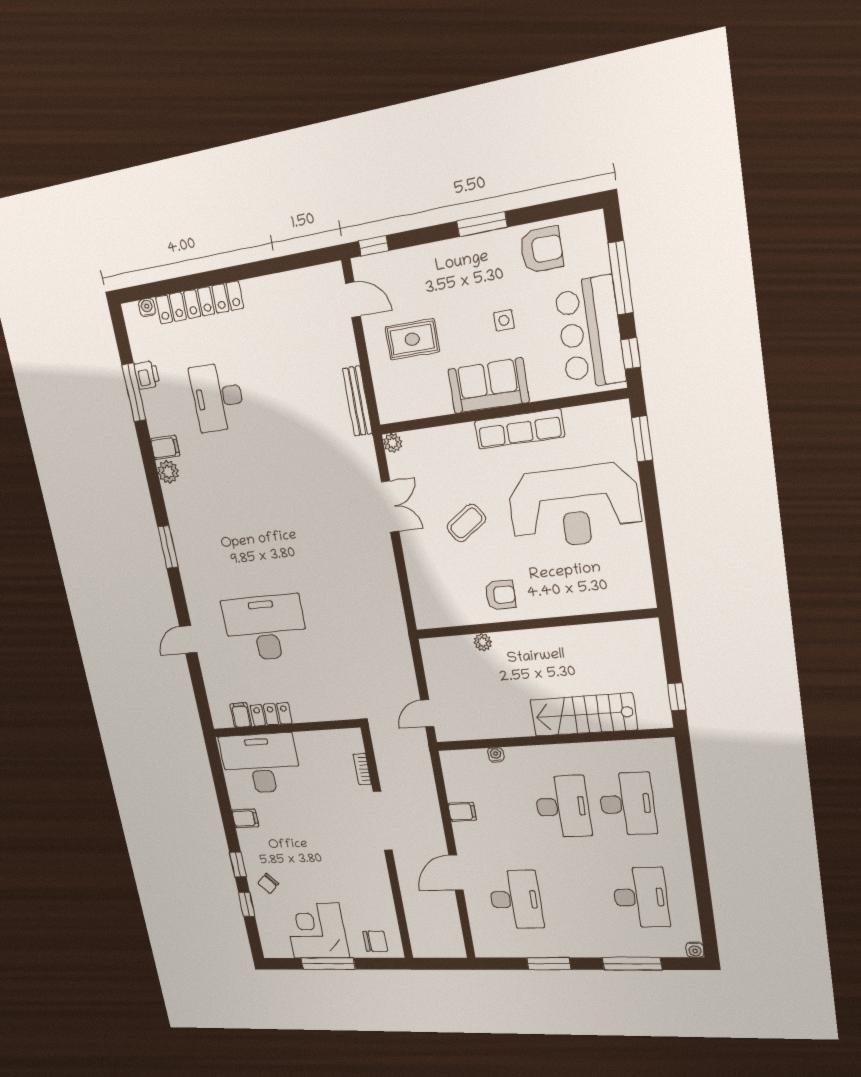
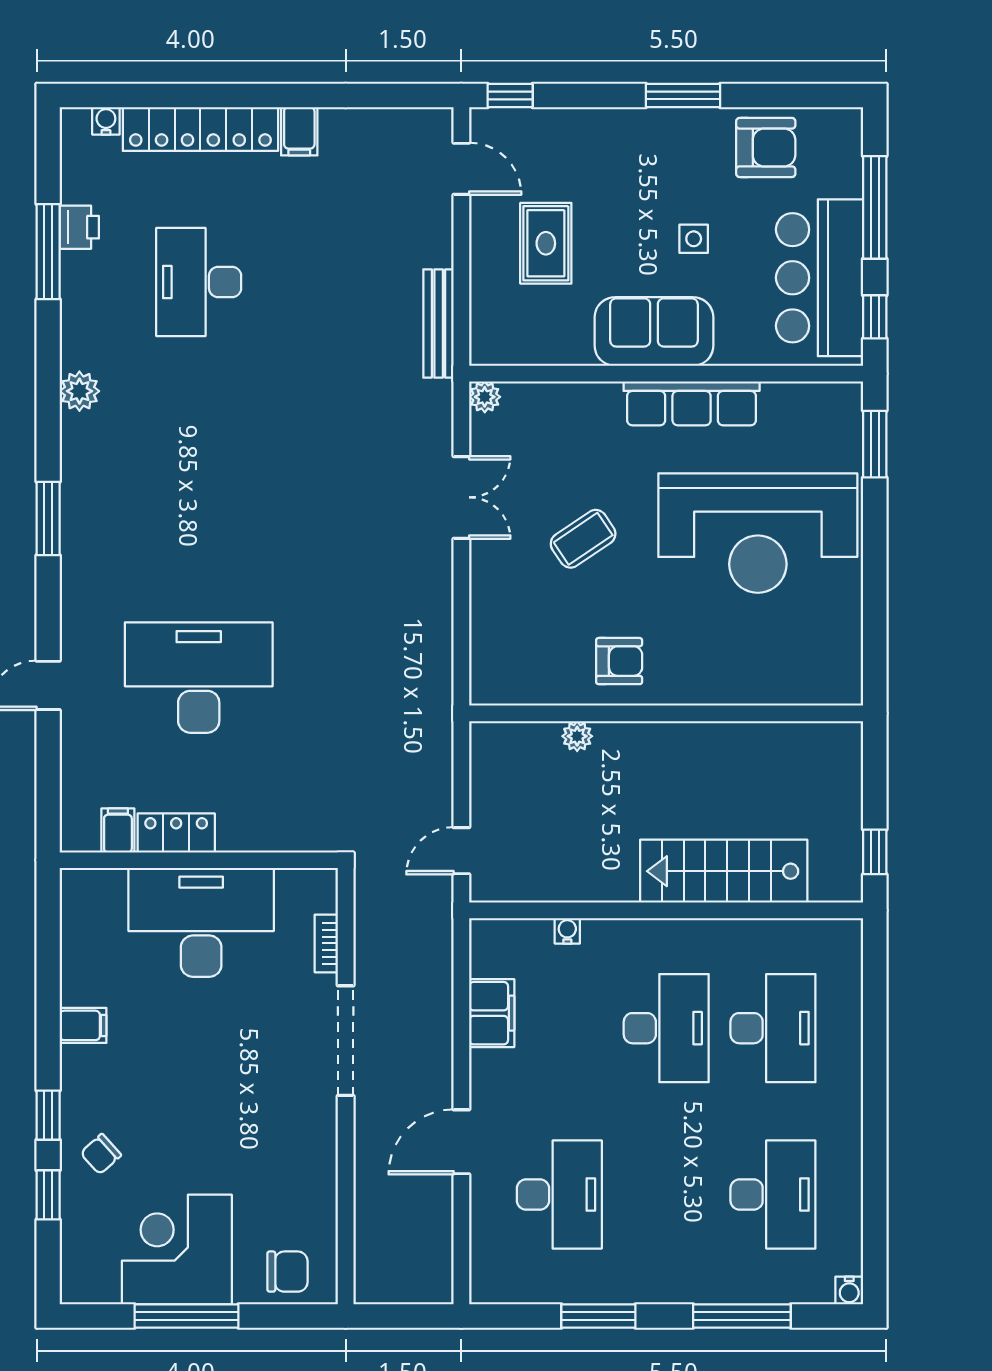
rug: (412, 339) -> (546, 243), turned 90
filing cabinet: (165, 448) -> (299, 131), moved, turned 90
desk: (261, 763) -> (201, 922), moved
filing cabinet: (462, 812) -> (492, 1013), width x2.00

